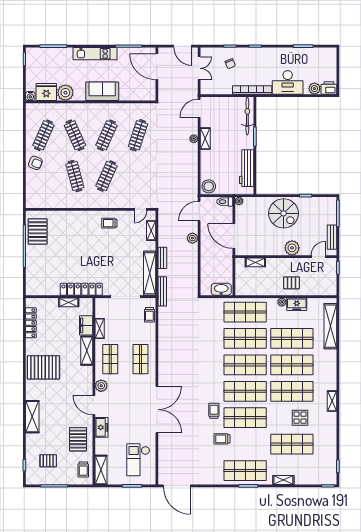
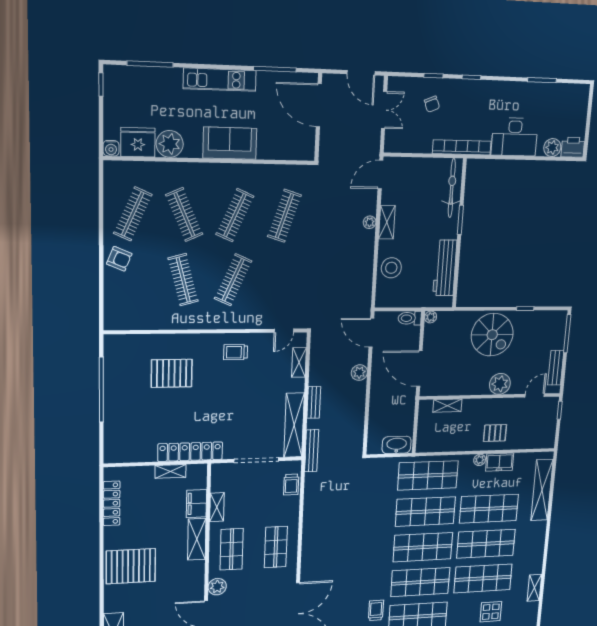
stool: (209, 186) -> (391, 268), moved
door: (199, 211) -> (371, 333), hinge flipped
pallet: (38, 231) -> (172, 373), moved, turned 90

